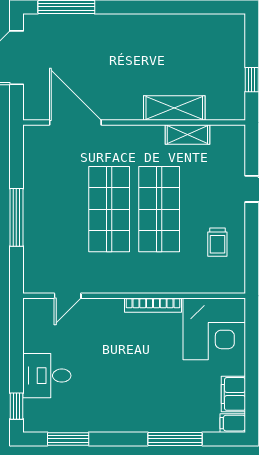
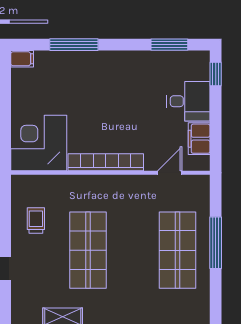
shop shelf: (109, 209) -> (178, 250), moved
bookcase: (153, 305) -> (106, 162), width x1.48, depth x1.31
filing cabinet: (233, 394) -> (199, 139), moved, turned 180

